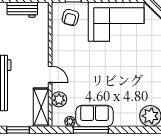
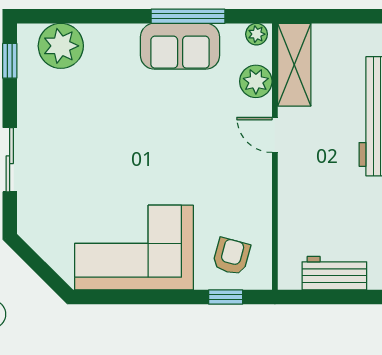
plant: (70, 121) -> (257, 34), moved
window: (18, 130) -> (344, 16), removed

